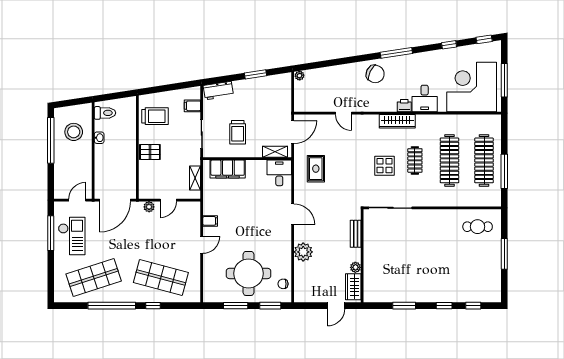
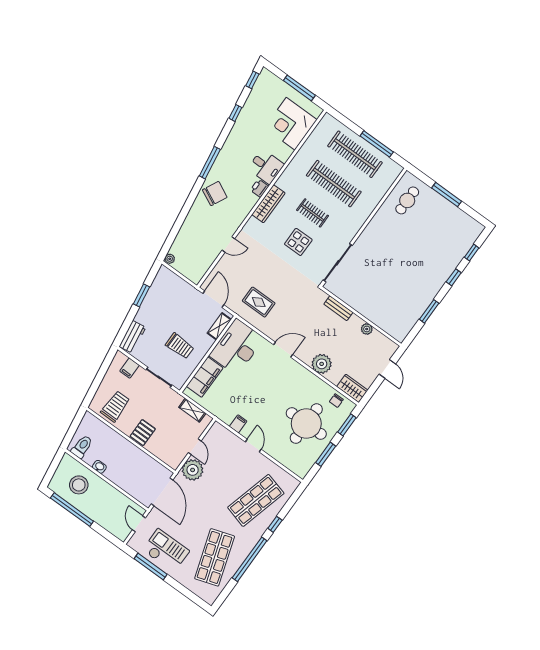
corner desk: (472, 87) -> (291, 124), width x0.74, depth x0.74
desk: (279, 173) -> (237, 347), width x1.87, depth x1.30
plant: (149, 207) -> (193, 470), width x1.88, depth x1.88
wardrobe: (353, 287) -> (352, 388), moved, turned 180

